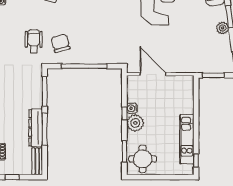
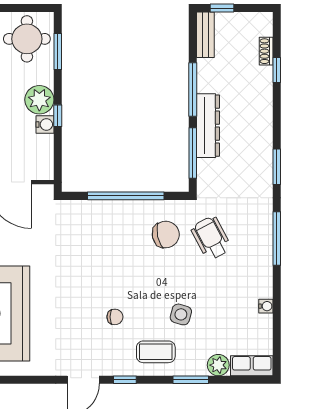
wheelchair: (34, 41) -> (211, 238), turned 152
chair: (61, 43) -> (166, 235), turned -87
dresser: (36, 128) -> (208, 126), moved
window: (12, 177) -> (222, 8), moved

